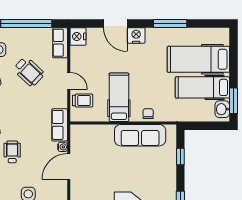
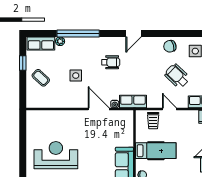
wheelchair: (29, 72) -> (177, 76), turned 91
door: (69, 81) -> (169, 109), swing flipped

